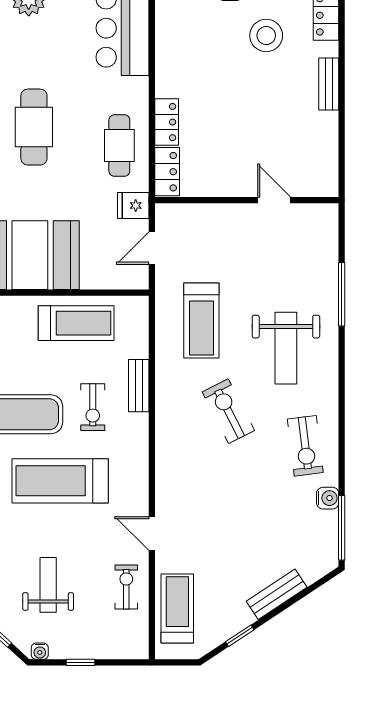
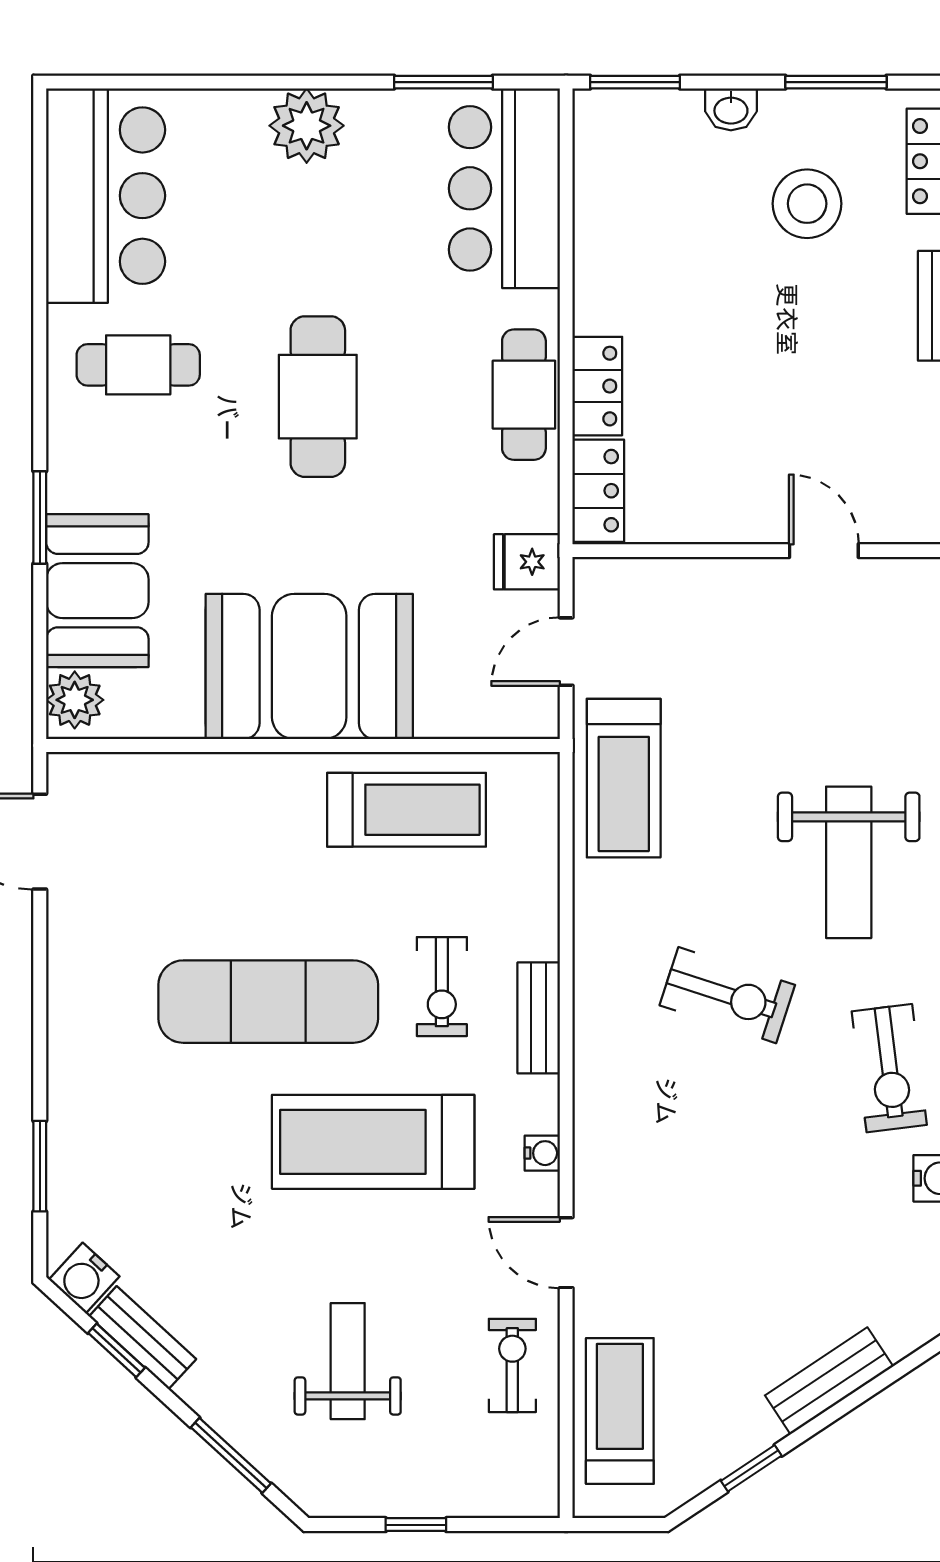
cafe table: (119, 145) -> (524, 395), moved
treadmill: (201, 321) -> (624, 778), moved
bench: (139, 386) -> (539, 1018), moved
exercise bike: (228, 411) -> (727, 995), turned 135
water cooler: (40, 651) -> (542, 1153), moved, turned -90

